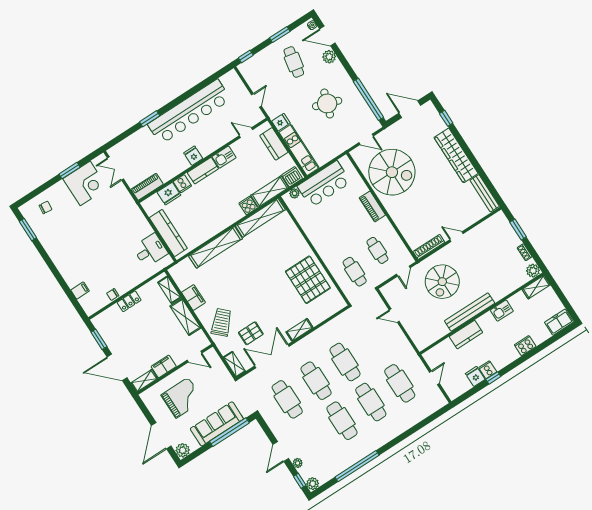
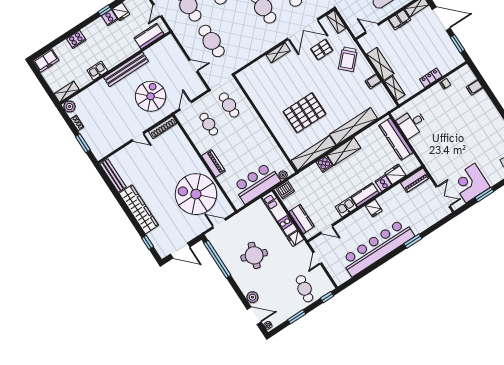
cafe table: (294, 62) -> (305, 289), moved
shelving: (270, 191) -> (344, 151), moved
pallet: (308, 280) -> (304, 113), moved, turned 90
filing cabinet: (193, 298) -> (373, 81), width x0.50
kitchen counter: (466, 335) -> (149, 36), moved
cafe table: (345, 362) -> (212, 41), moved

